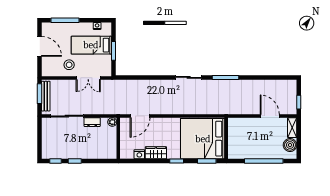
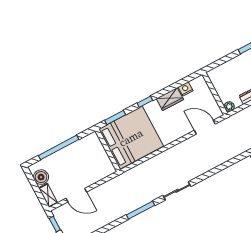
door: (140, 116) -> (205, 127), hinge flipped

